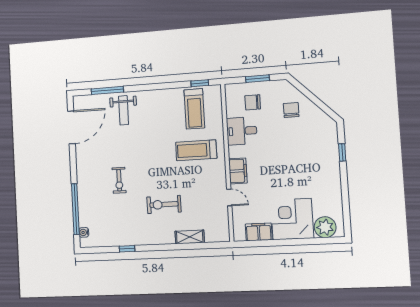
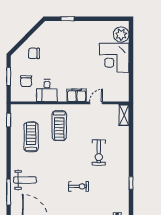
treadmill: (194, 109) -> (31, 137), moved, turned -90
filing cabinet: (259, 232) -> (123, 83), removed
shelving: (190, 237) -> (124, 115), moved

